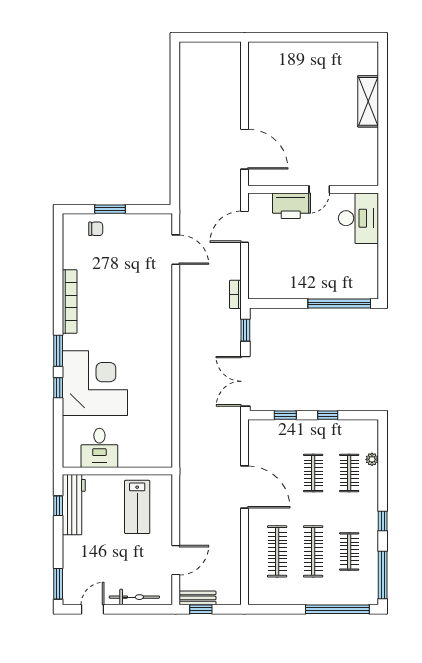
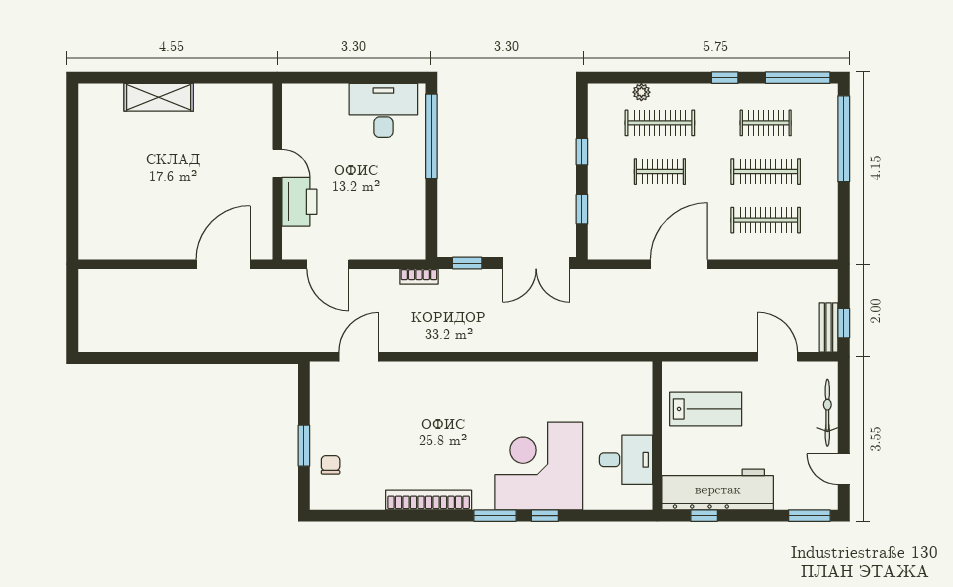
desk: (358, 218) -> (383, 110), moved
clothes rail: (349, 473) -> (660, 123), width x1.36
workbench: (74, 505) -> (718, 489), width x1.36, depth x1.32

